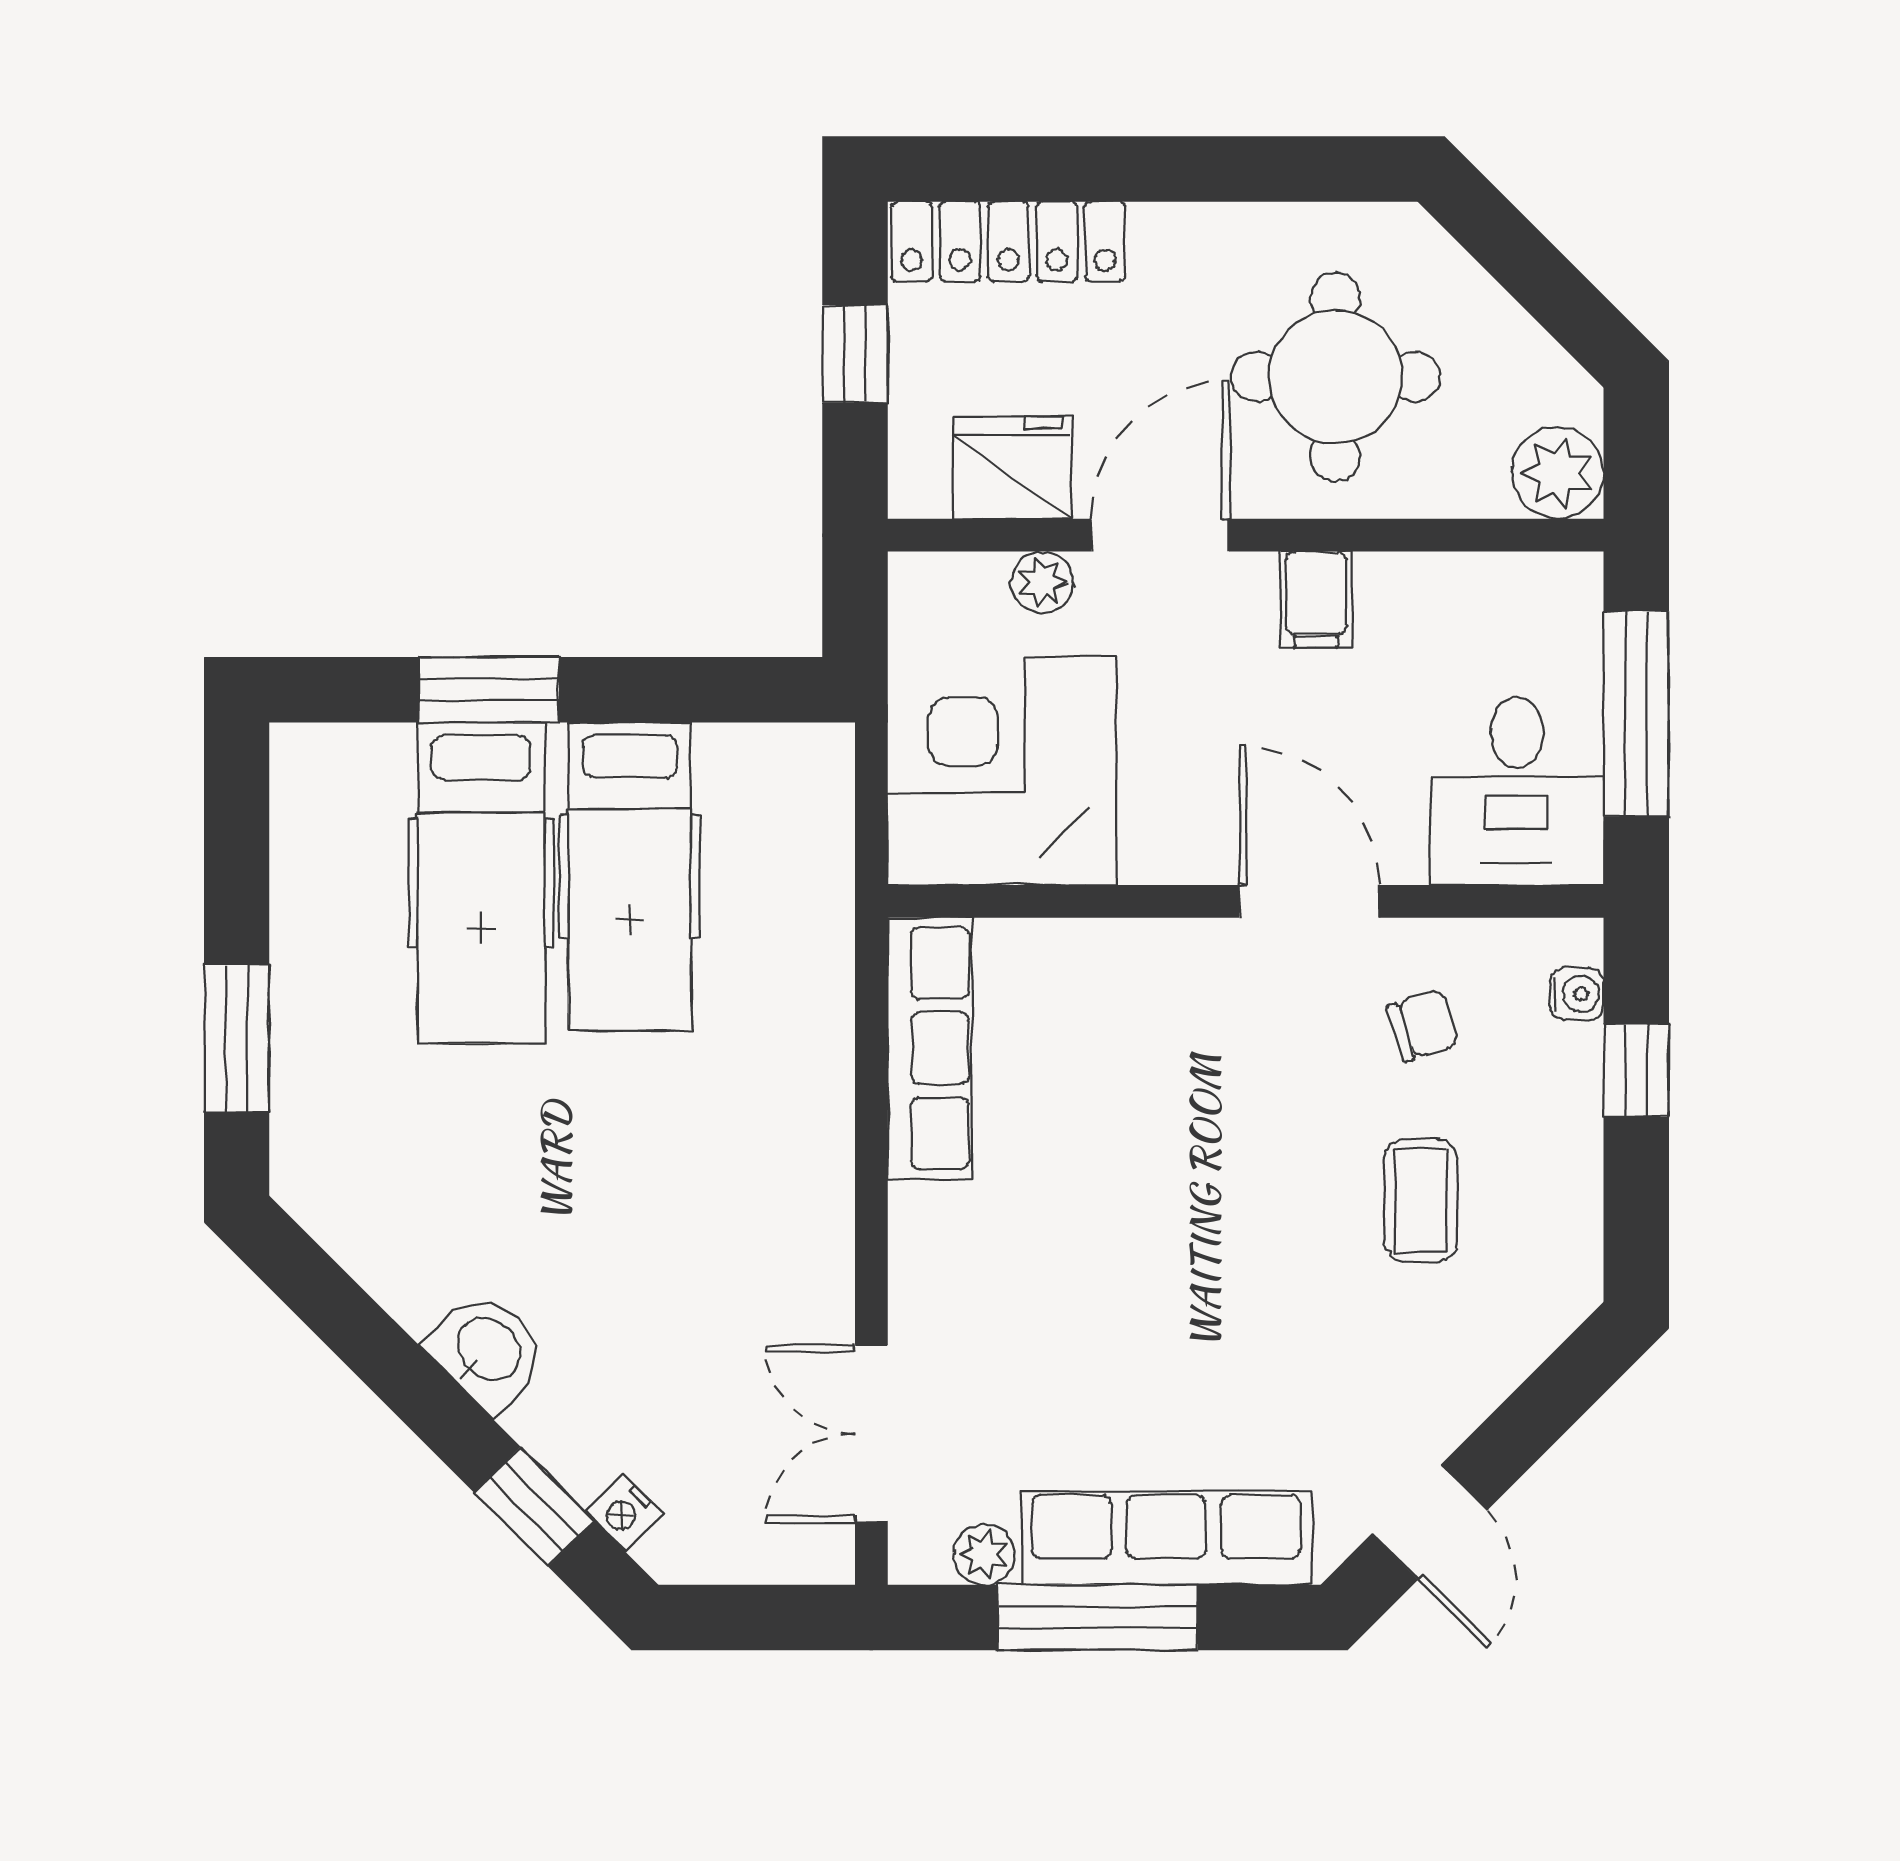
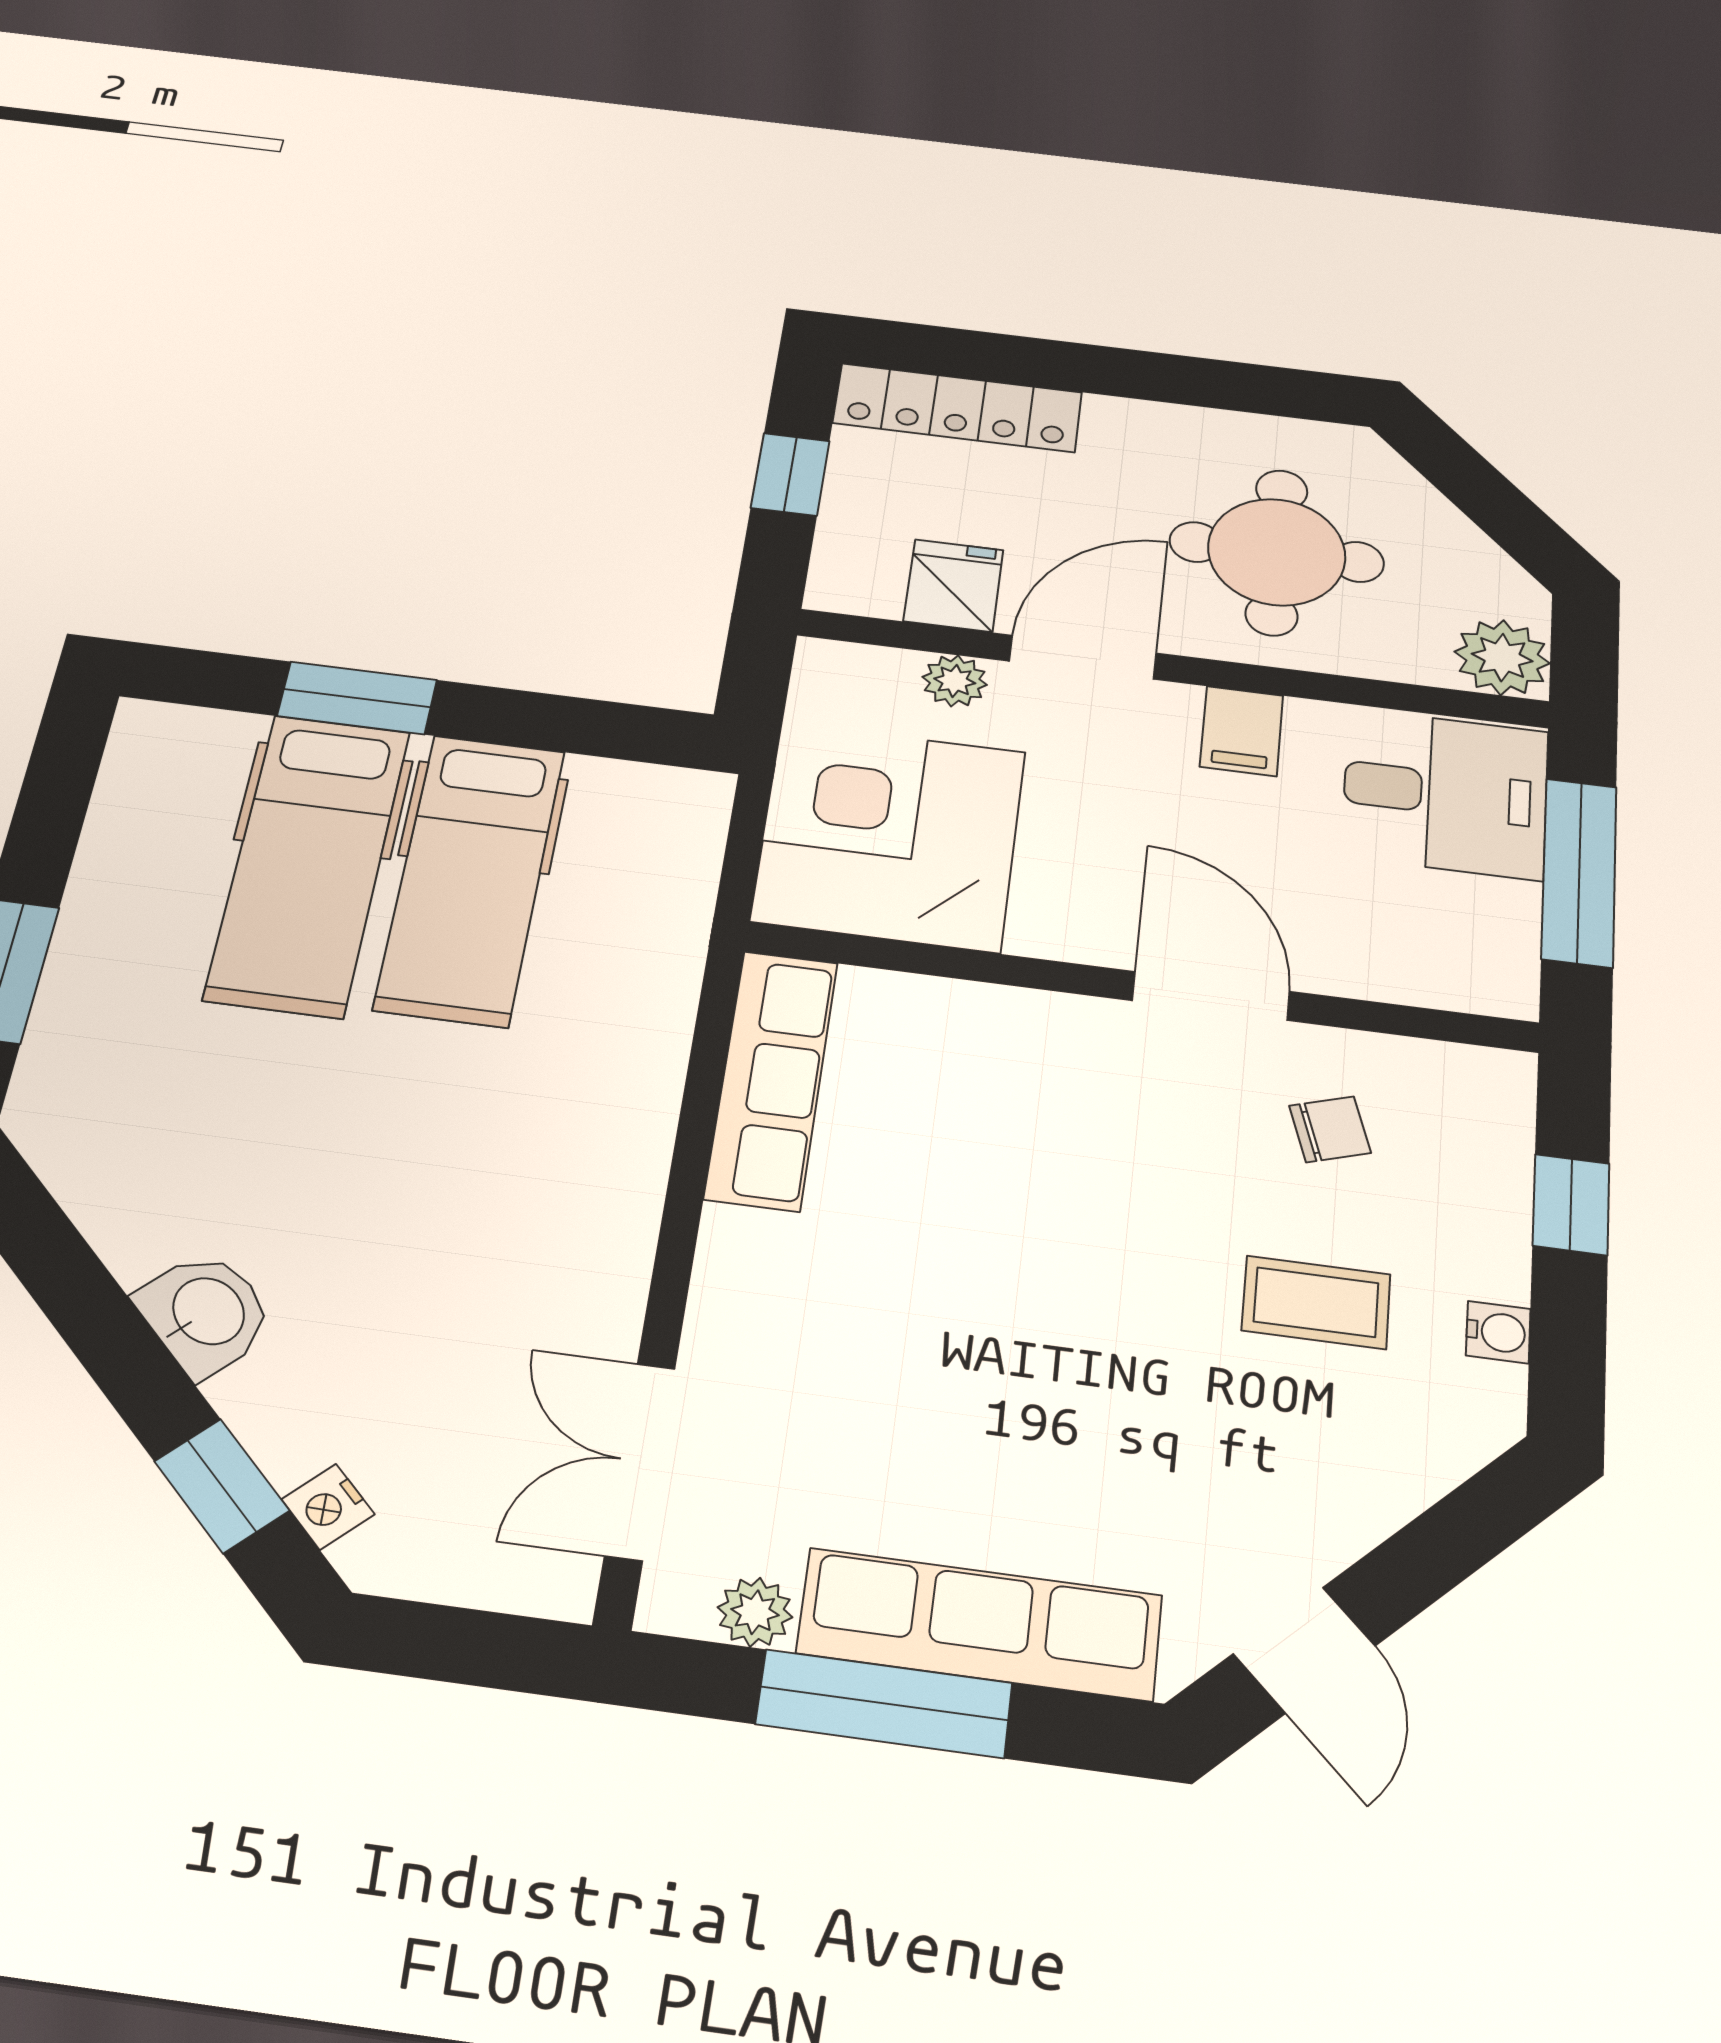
fridge: (1012, 468) -> (954, 586), width x0.72
desk: (1517, 791) -> (1445, 793), moved, turned -90
water cooler: (1577, 994) -> (1498, 1332), moved
coffee table: (1421, 1200) -> (1316, 1302), turned 90

